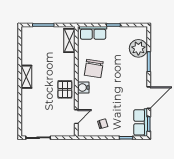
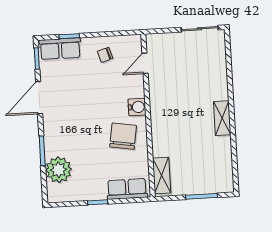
pallet: (65, 89) -> (164, 103), removed
row of seats: (141, 122) -> (60, 49), moved, turned 90

